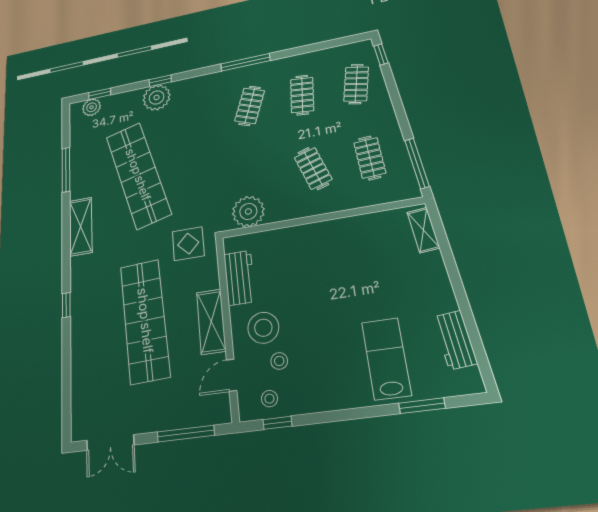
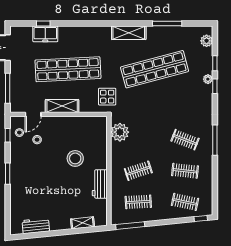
window: (100, 94) -> (215, 63), moved
plant: (157, 97) -> (208, 79), width x0.53, depth x0.53
shelving: (423, 230) -> (83, 223), moved
workbench: (240, 278) -> (100, 184), moved, turned 90
window: (66, 305) -> (43, 23), moved
stool: (263, 328) -> (75, 158), moved
lab bench: (386, 358) -> (31, 192), removed
freezer: (84, 372) -> (45, 34), added
door: (232, 375) -> (33, 114), swing flipped
window: (422, 406) -> (8, 174), moved

